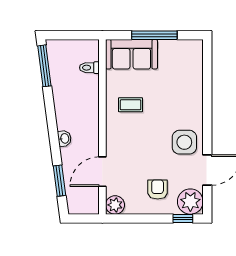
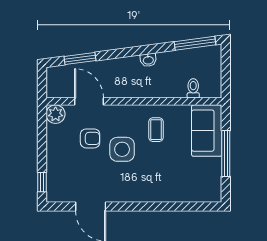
washbasin: (64, 138) -> (148, 60), moved
side table: (184, 142) -> (122, 149), moved
armchair: (158, 189) -> (90, 138), moved
plant: (190, 202) -> (59, 190), removed

